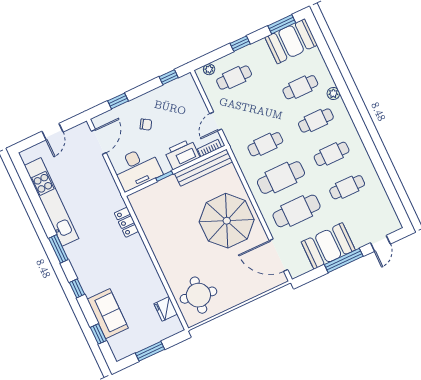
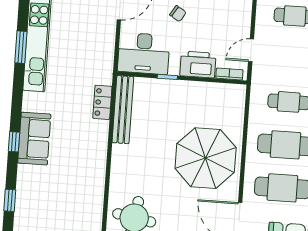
bench: (204, 168) -> (123, 110), moved, turned 90
window: (58, 249) -> (21, 47), moved
fridge: (166, 309) -> (93, 213), removed
sofa: (108, 314) -> (34, 139), moved

